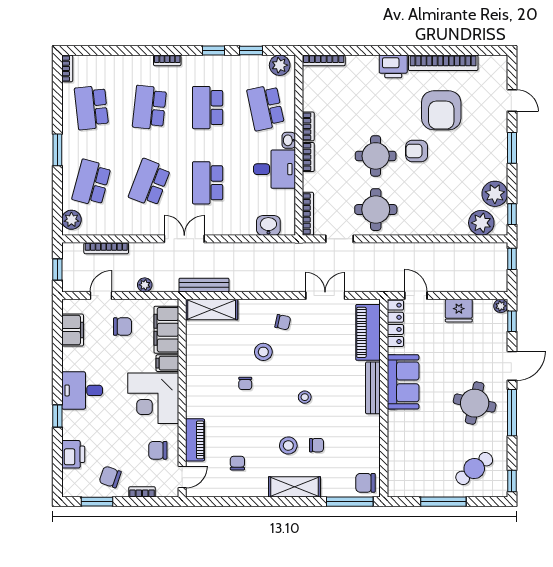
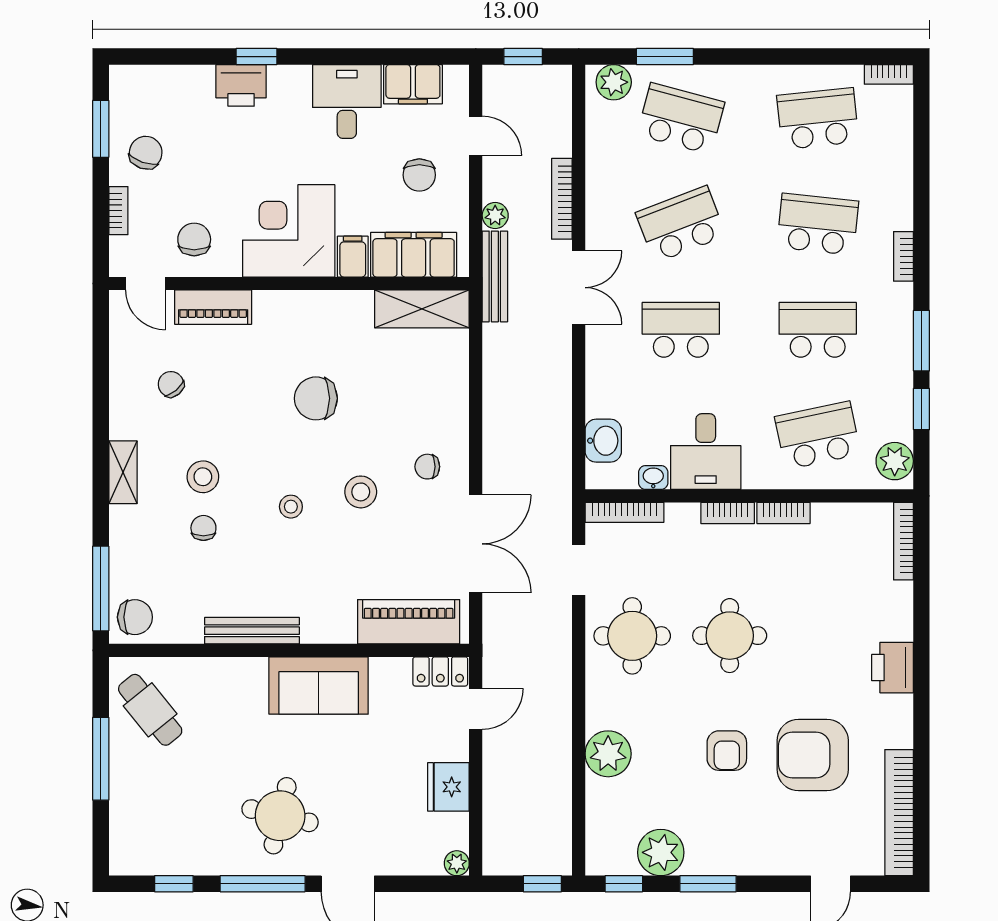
window: (214, 51) -> (921, 341), width x1.50
bookcase: (443, 63) -> (899, 813), moved
washbasin: (289, 140) -> (653, 478), moved
window: (512, 148) -> (708, 884), moved
window: (57, 150) -> (665, 57), moved
armchair: (417, 151) -> (727, 751), moved, turned 180
school desk: (149, 183) -> (681, 224), turned -42
plant: (481, 223) -> (608, 754), moved
bookcase: (106, 248) -> (562, 199), moved
bench: (204, 285) -> (495, 276), moved
double door: (325, 296) -> (476, 544), width x1.37
shelving: (212, 310) -> (422, 309), moved, turned 90
window: (512, 321) -> (429, 884), removed
chair: (283, 322) -> (427, 467), turned 78
locker: (395, 323) -> (440, 671), width x0.66
stool: (263, 352) -> (361, 492), moved
chair: (245, 383) -> (316, 398), width x1.87, depth x1.87
bench: (373, 388) -> (252, 631), moved
desk: (82, 390) -> (347, 101), moved
chair: (316, 445) -> (203, 528), turned 180
printer: (73, 454) -> (241, 85), moved
chair: (237, 463) -> (171, 384), turned -130
cafe table: (474, 469) -> (150, 710), moved
window: (512, 481) -> (174, 884), moved
chair: (365, 483) -> (135, 617), turned 90
shelving: (294, 487) -> (123, 472), width x0.67, depth x0.75

